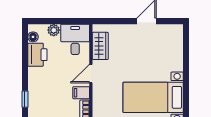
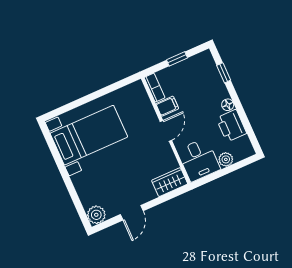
plant: (175, 32) -> (96, 215), added
floor lamp: (33, 37) -> (228, 105), moved
wardrobe: (100, 46) -> (170, 182), moved, turned 90

